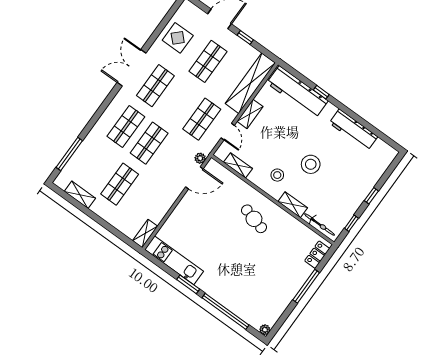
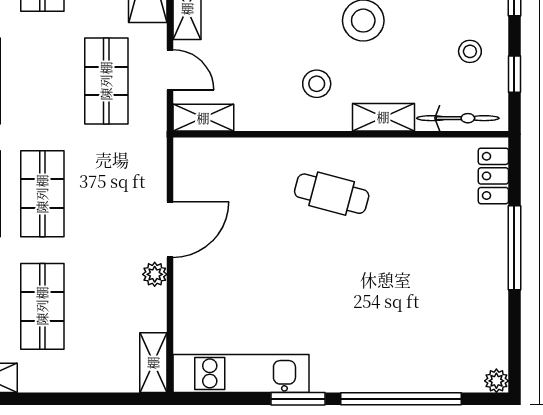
plant: (200, 158) -> (155, 274), moved
shelving: (238, 165) -> (203, 118), moved
door: (194, 178) -> (170, 229), moved
stool: (341, 203) -> (470, 51), added

